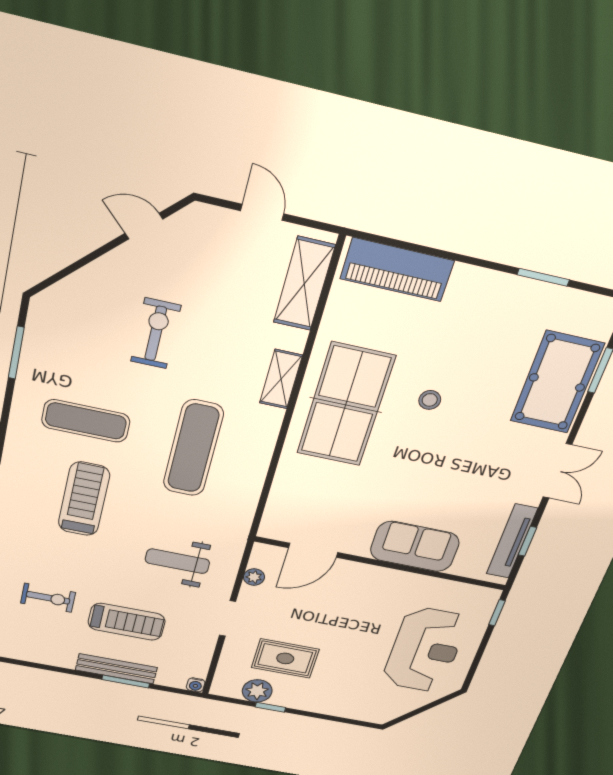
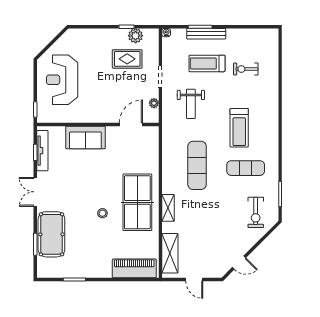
exercise bike: (156, 333) -> (256, 212), moved
weight bench: (177, 561) -> (191, 104), turned 90

